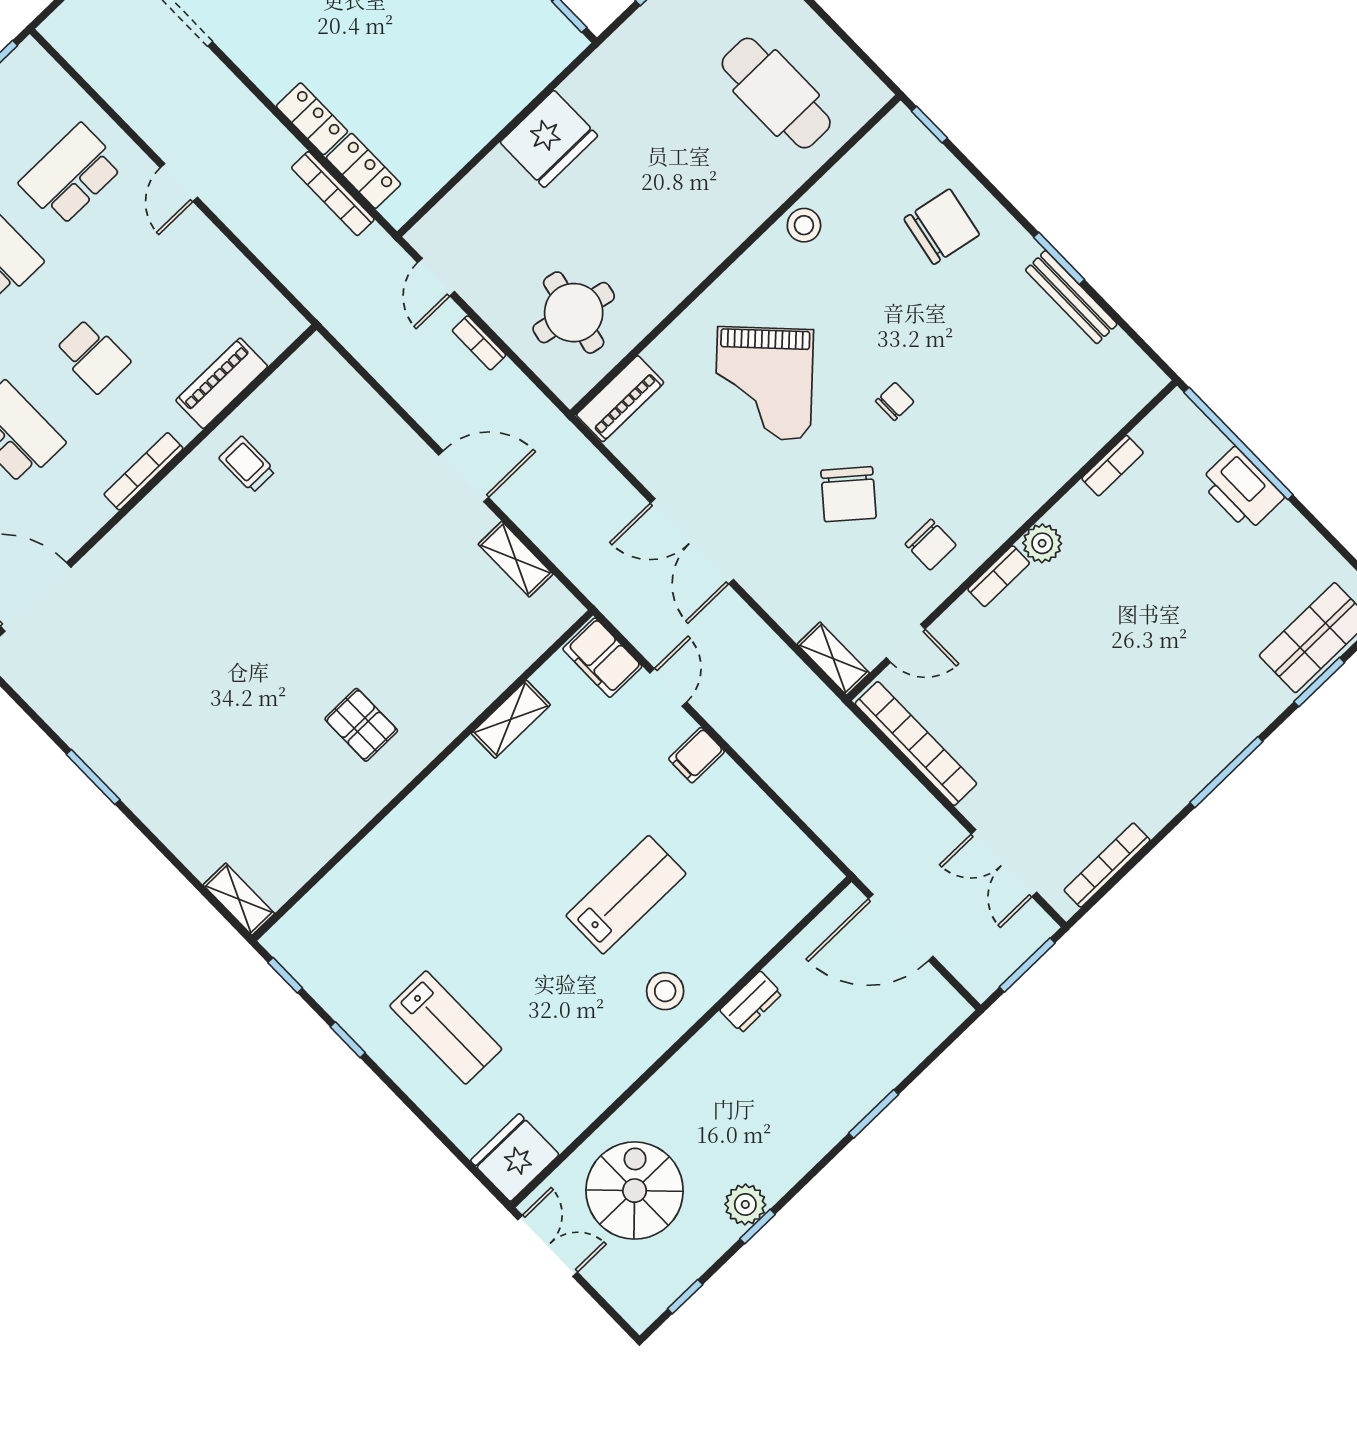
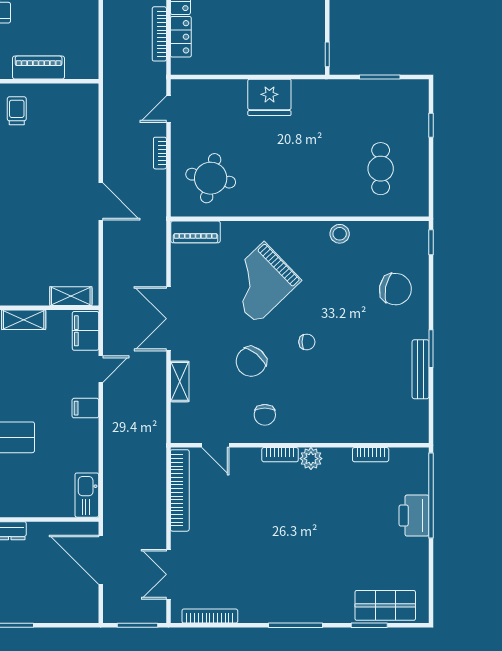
cafe table: (776, 93) -> (381, 169), width x0.73, depth x0.74
shelving: (516, 559) -> (71, 296), moved, turned 90
shelving: (833, 659) -> (180, 381), moved
kitchen sink: (804, 863) -> (87, 495), added

